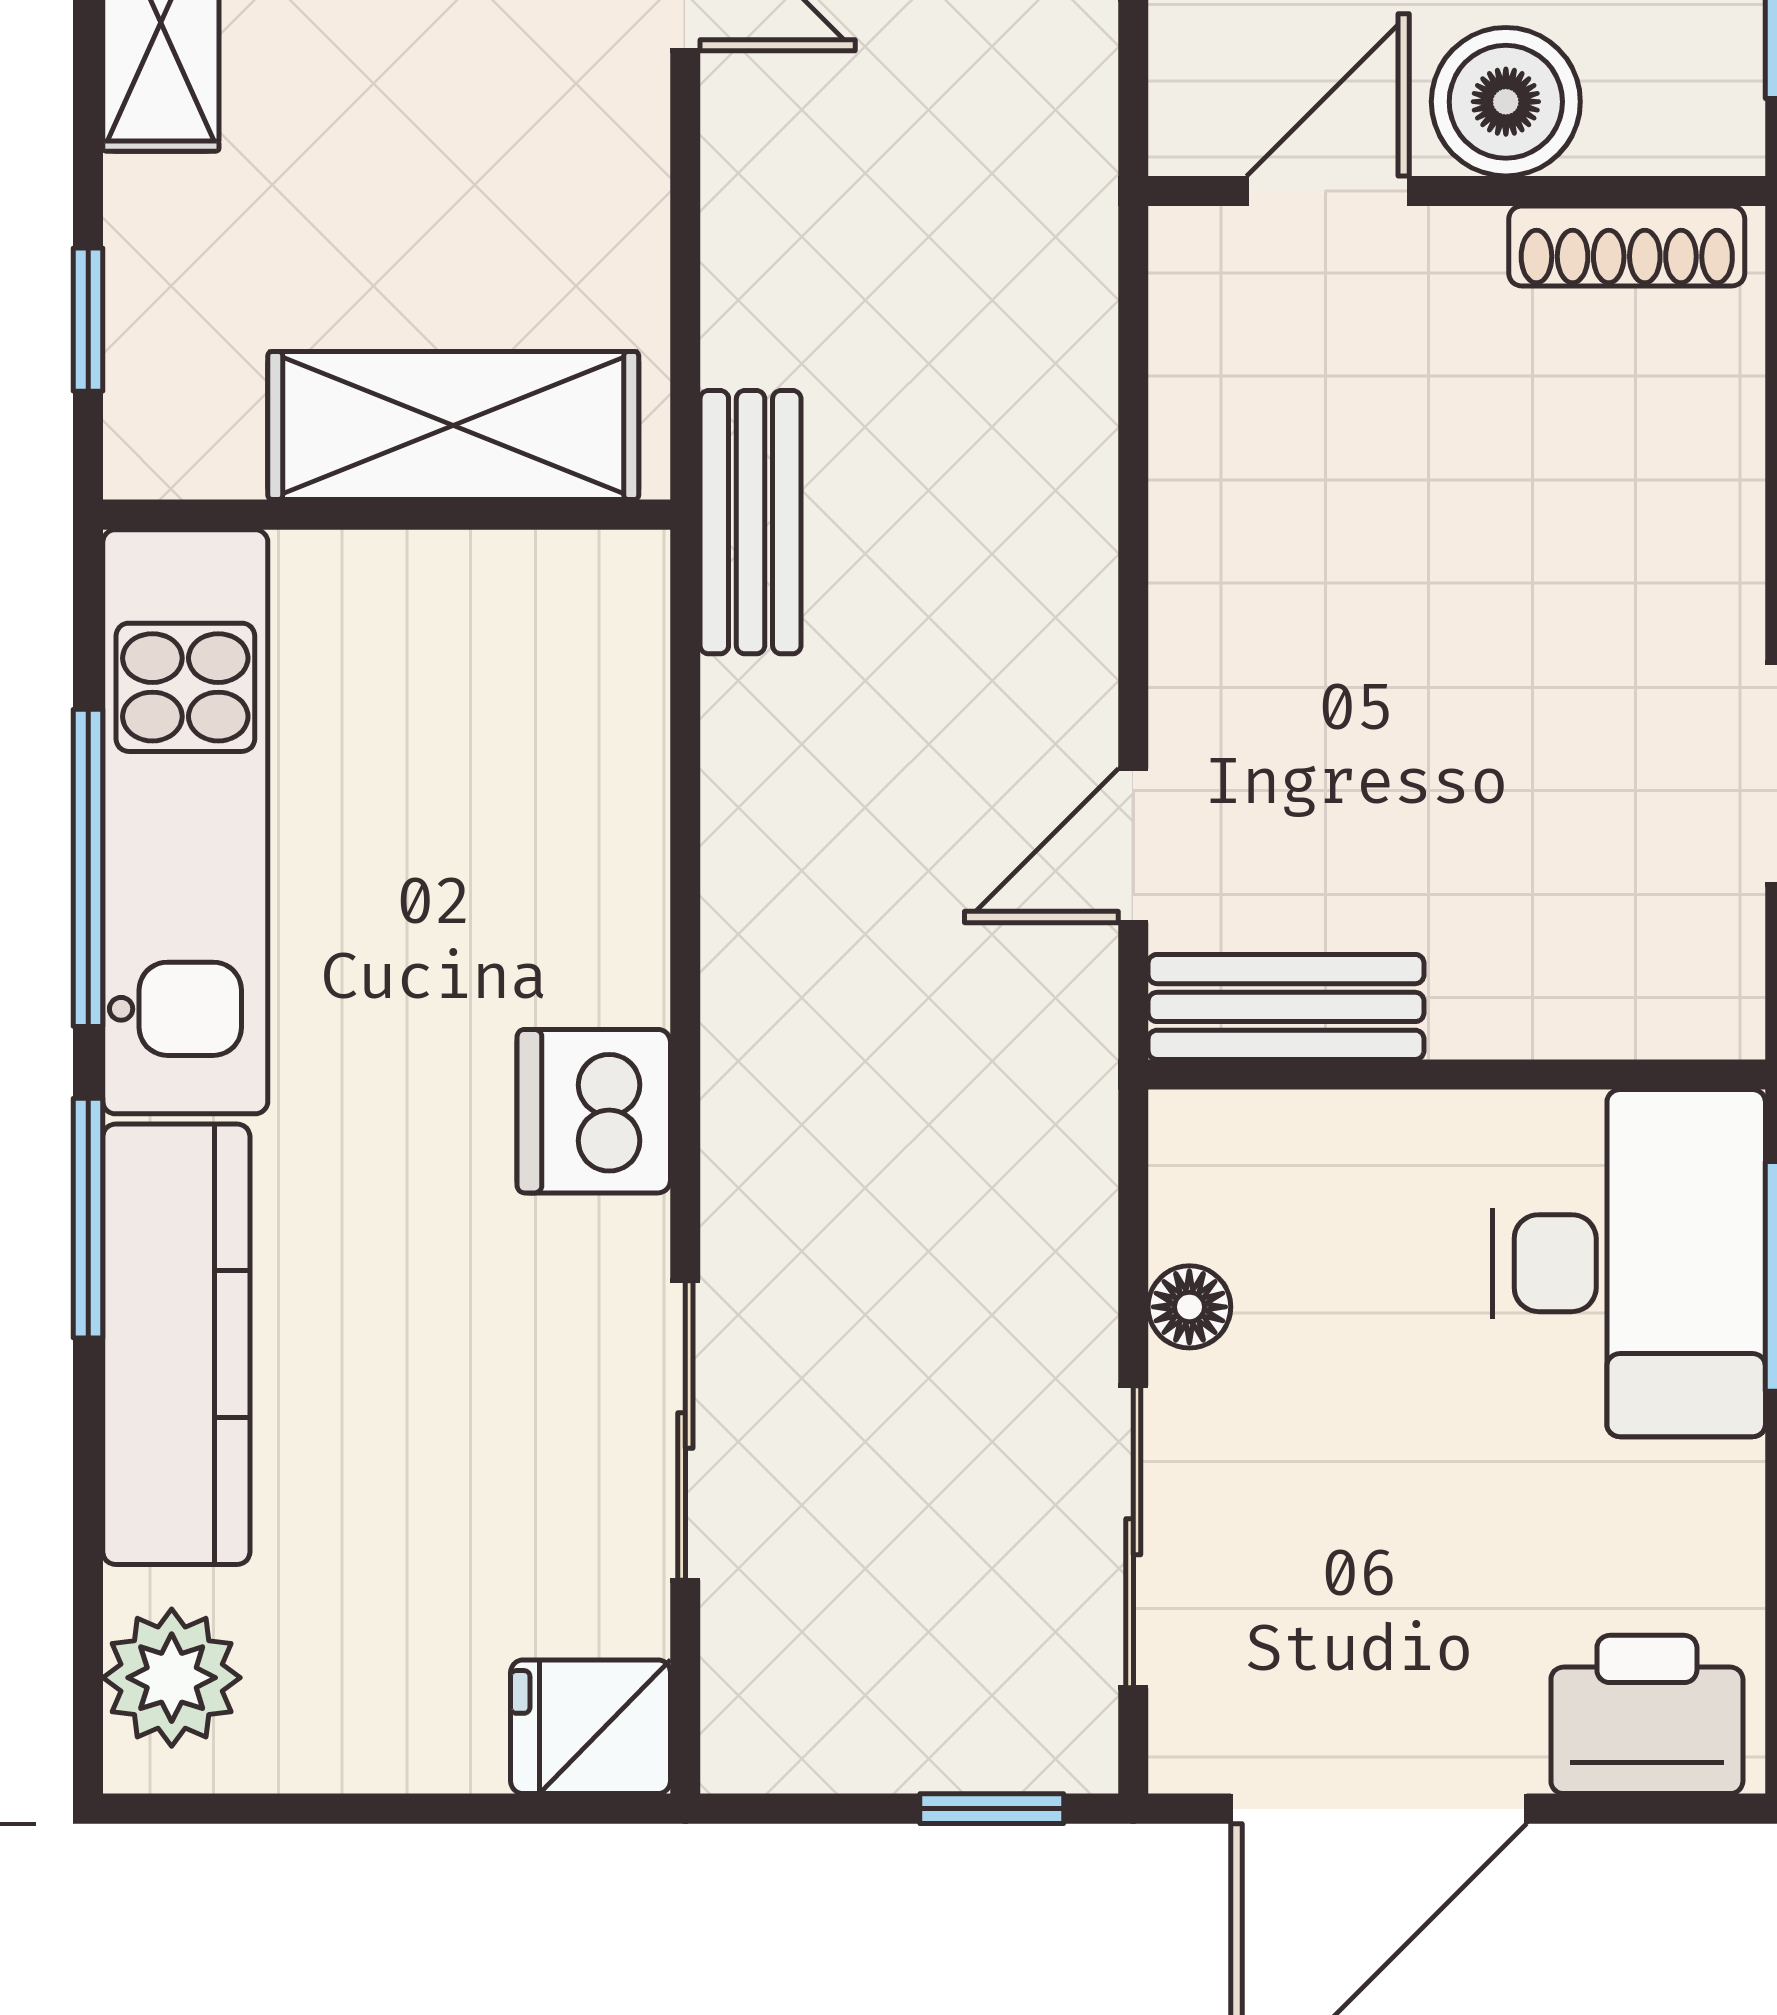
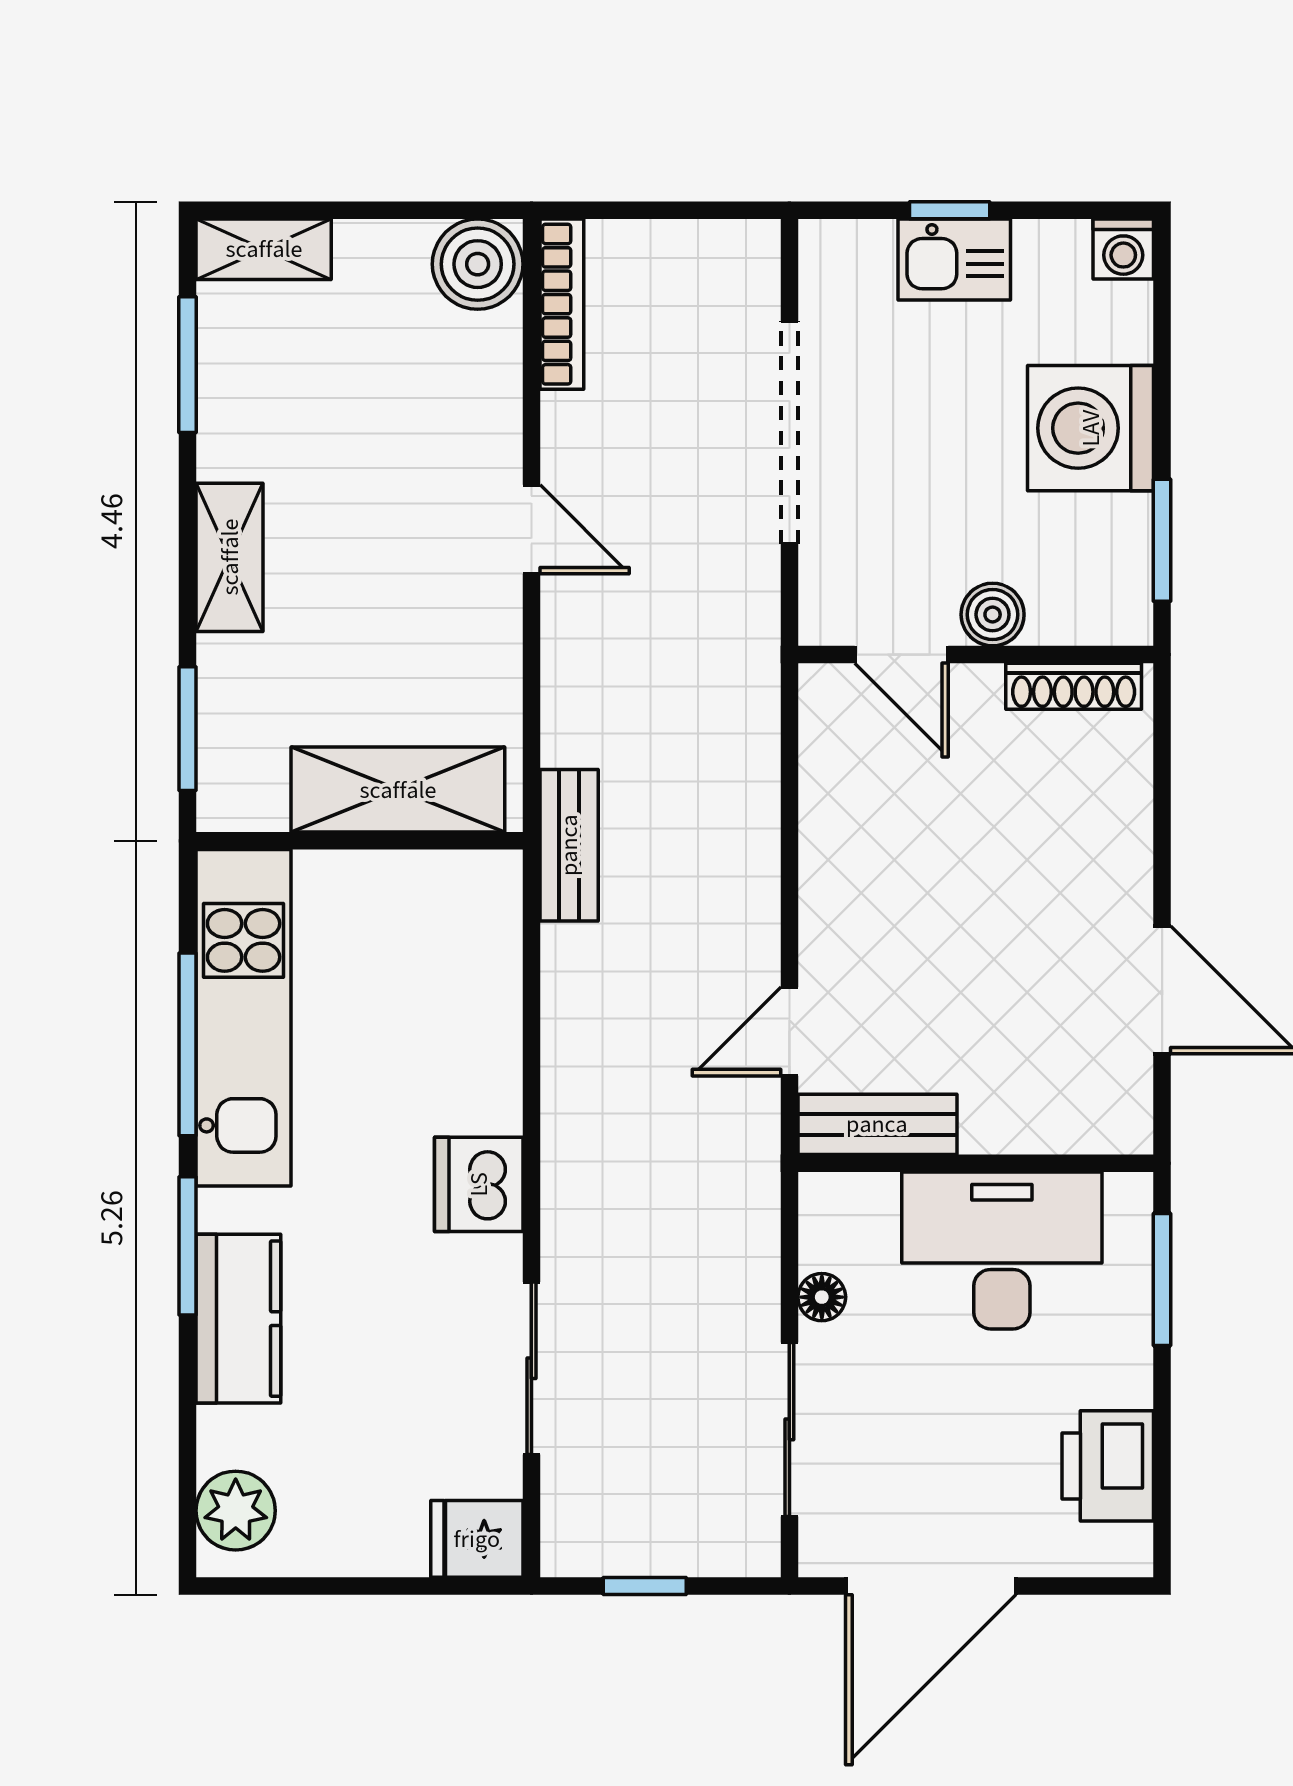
boiler: (1506, 102) -> (993, 615), width x0.73, depth x0.73
door: (1328, 191) -> (902, 655), swing flipped
window: (88, 320) -> (188, 729), width x1.50
desk: (1629, 1263) -> (1002, 1250), moved, turned -90
kitchen counter: (176, 1344) -> (238, 1319), width x0.67
printer: (1647, 1714) -> (1108, 1466), moved, turned -90
window: (992, 1809) -> (645, 1586), moved

